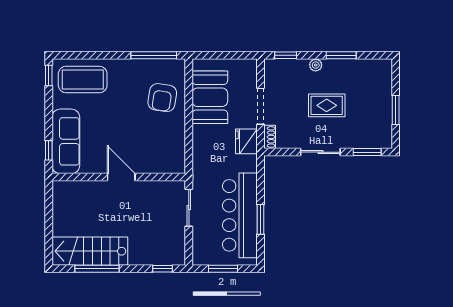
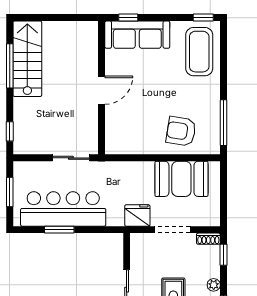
shoe rack: (270, 137) -> (208, 239), moved

